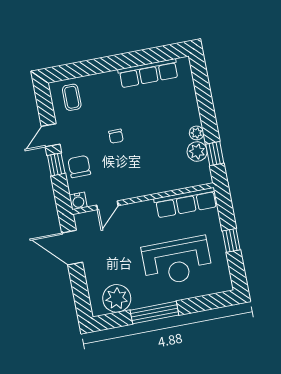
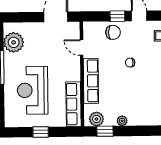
plant: (197, 152) -> (96, 119), moved
row of seats: (150, 185) -> (91, 81), added
water cooler: (78, 201) -> (89, 27), removed

